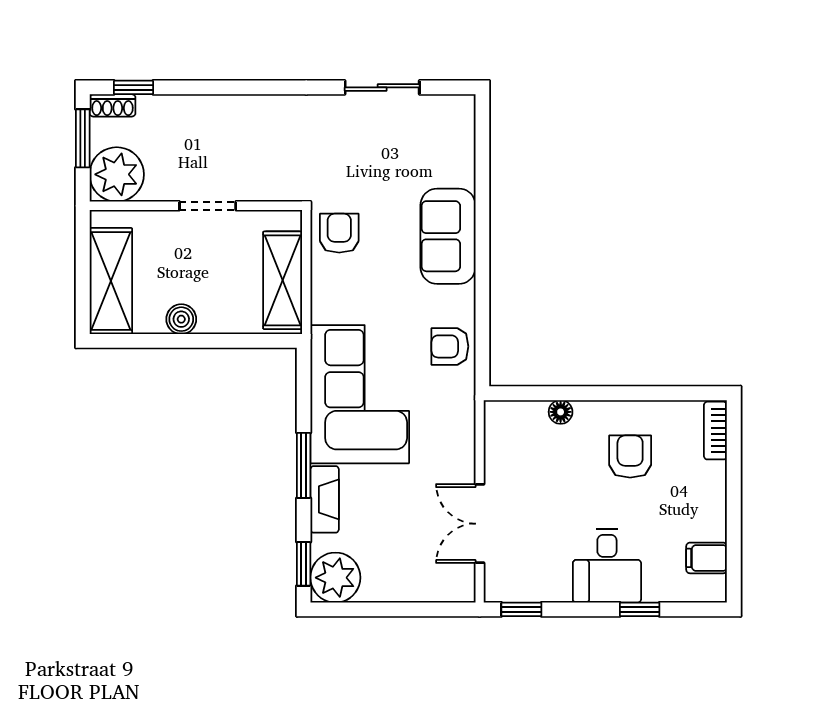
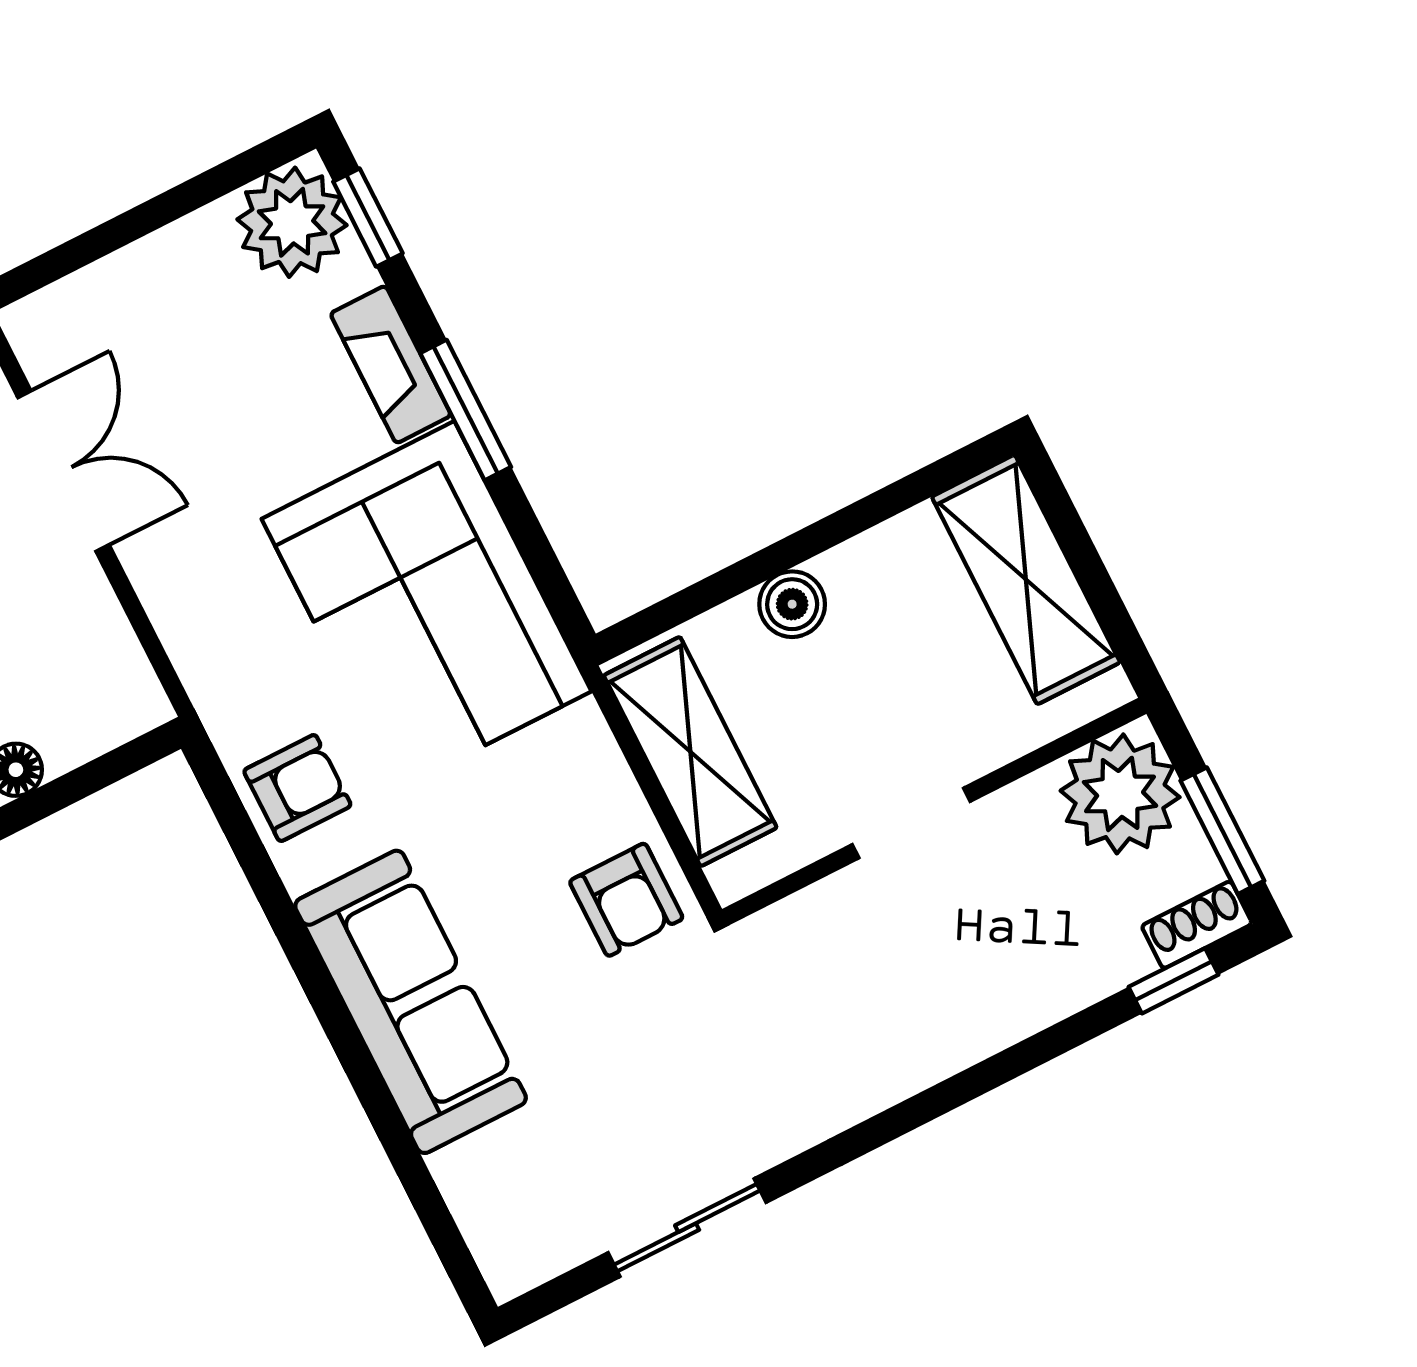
sofa: (448, 236) -> (411, 1002), width x1.36
boiler: (181, 319) -> (792, 604), moved

